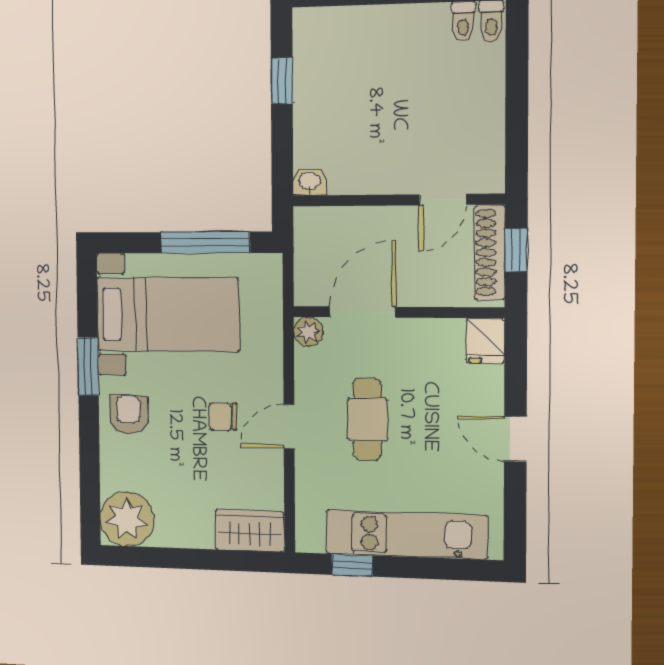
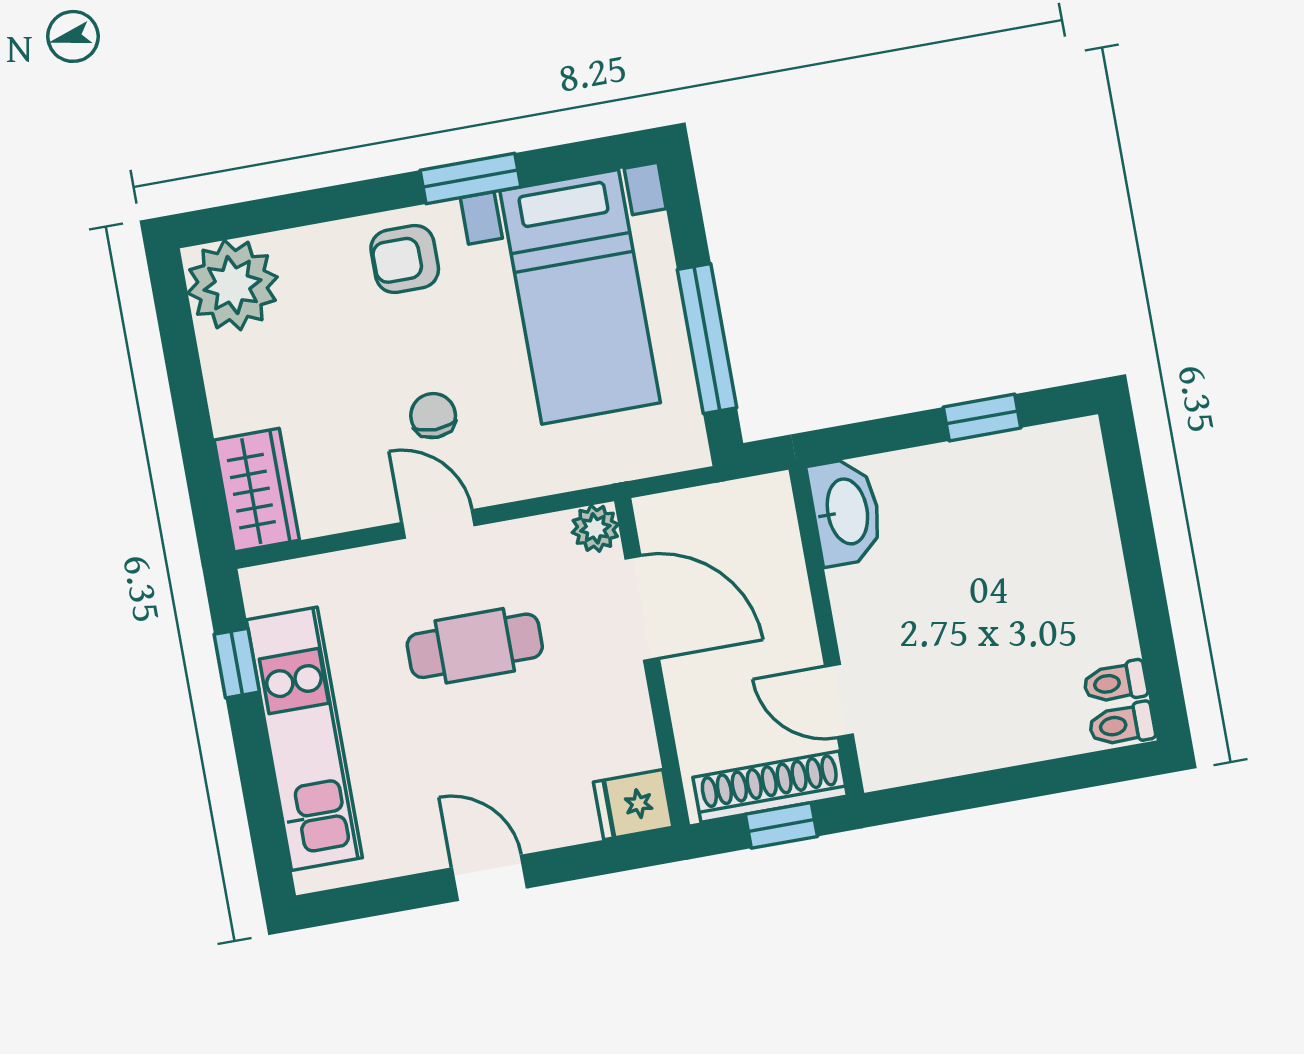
washbasin: (310, 182) -> (846, 512), width x1.91, depth x1.45
armchair: (128, 415) -> (405, 259), turned 180
door: (515, 439) -> (490, 878), hinge flipped

